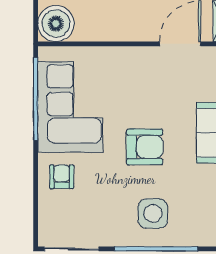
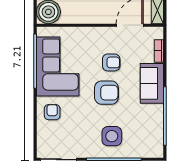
armchair: (152, 101) -> (111, 62), added

